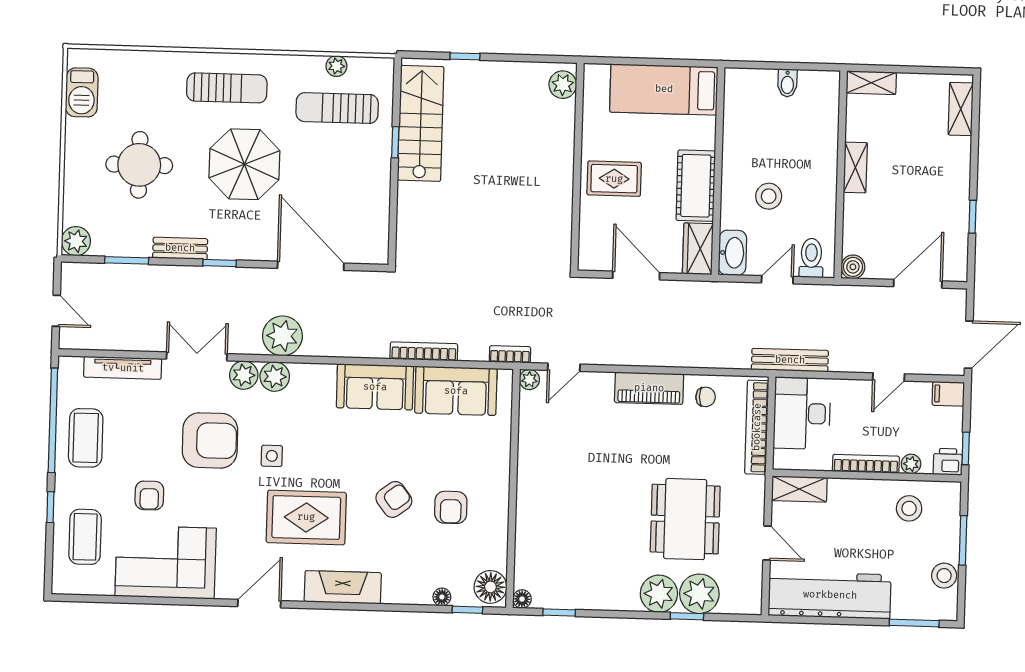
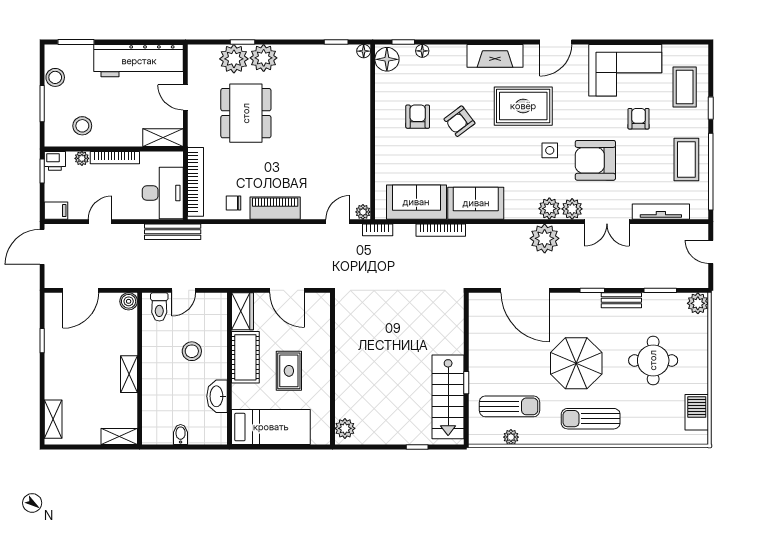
rug: (614, 179) -> (289, 371), moved, turned 90
washbasin: (733, 253) -> (217, 396), moved

